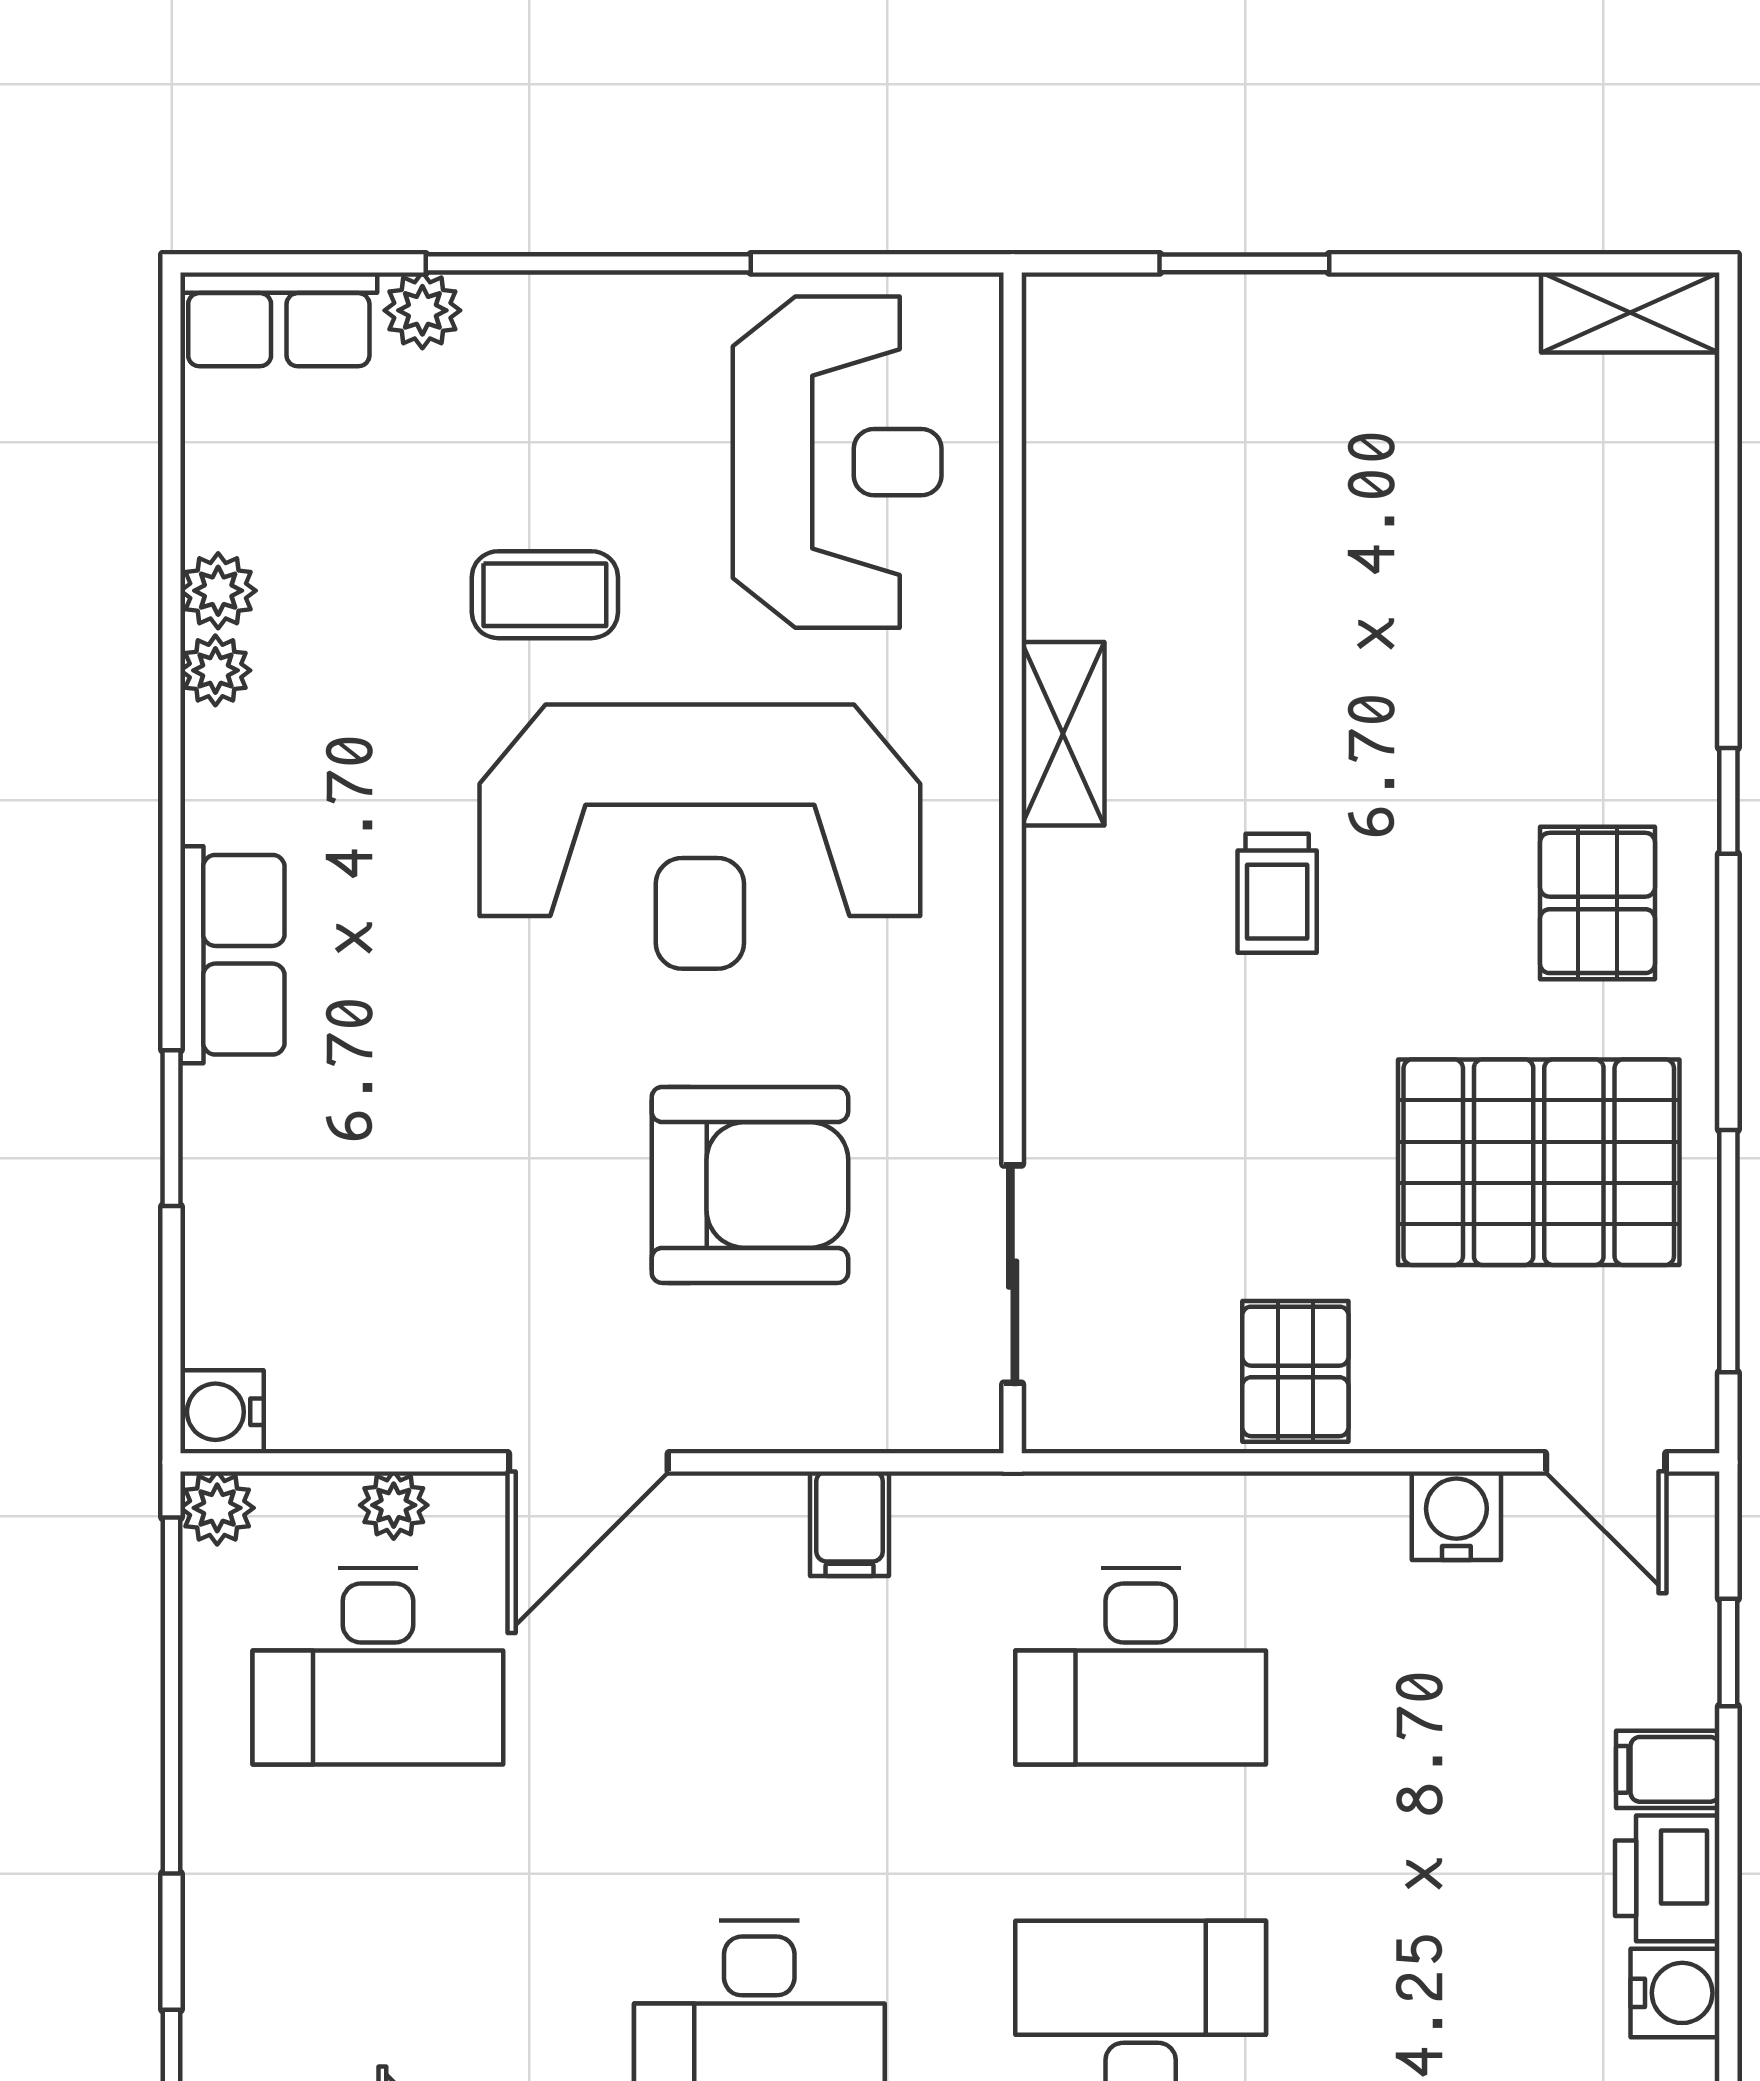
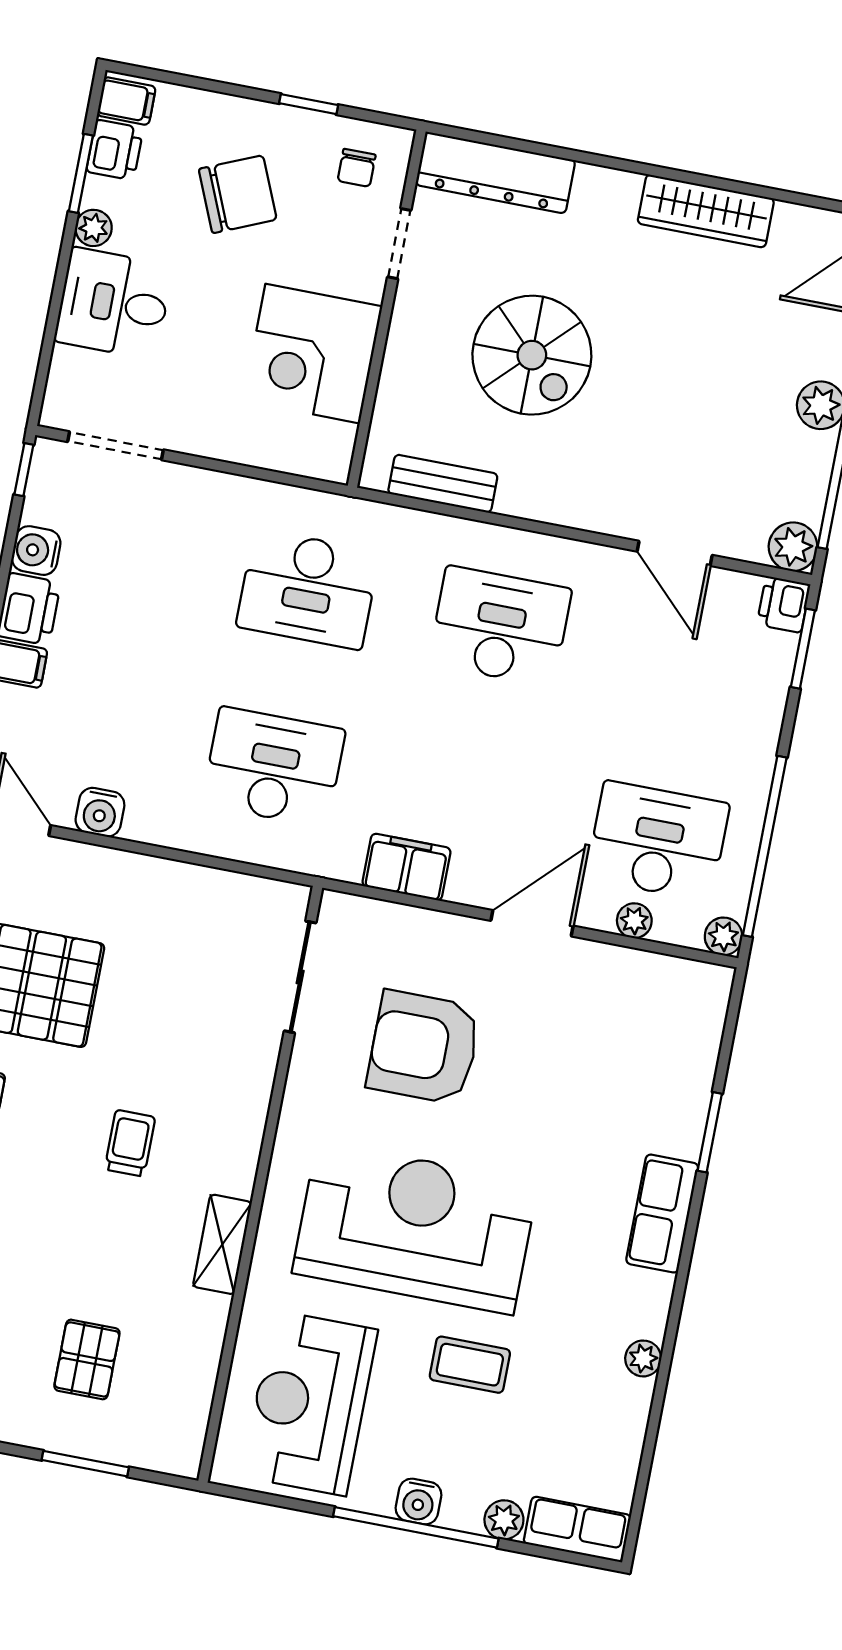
plant: (218, 591) -> (634, 1398), removed
pallet: (1295, 1371) -> (87, 1359), moved
water cooler: (222, 1412) -> (419, 1501), moved, turned 90
filing cabinet: (850, 1524) -> (406, 867), width x2.00

